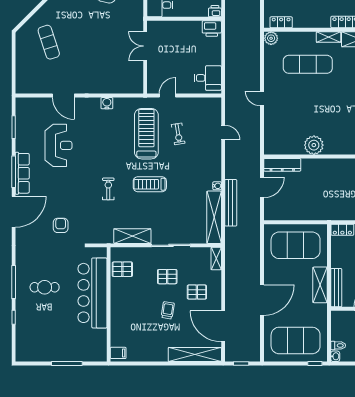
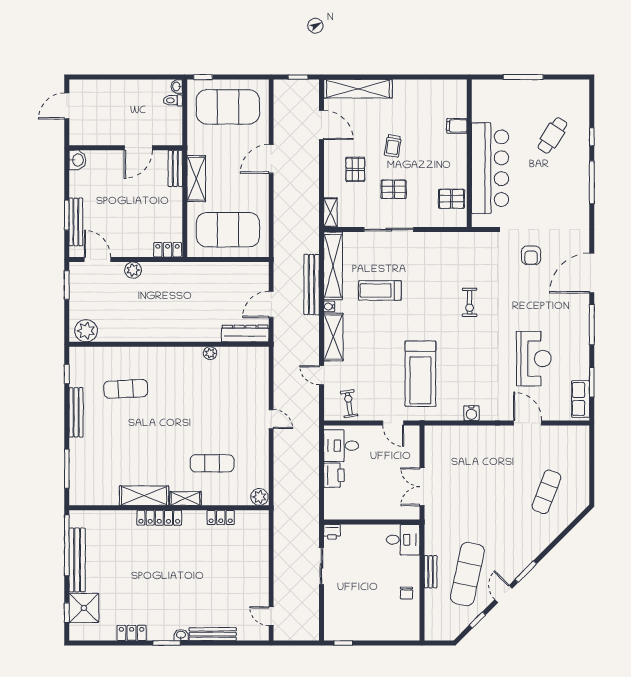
locker: (281, 22) -> (221, 517), moved
printer: (212, 29) -> (334, 475), moved, turned 90
exercise mat: (49, 42) -> (546, 492), turned 39
double door: (145, 46) -> (422, 487), swing flipped
exercise mat: (308, 64) -> (212, 463), width x0.73, depth x0.69
door: (167, 96) -> (393, 423), hinge flipped
exercise bike: (178, 134) -> (349, 404), moved
reception desk: (58, 145) -> (534, 359), turned 180
plant: (314, 145) -> (210, 353), width x0.53, depth x0.53
row of seats: (22, 173) -> (581, 399), moved, width x0.68
treadmill: (150, 184) -> (380, 290), moved, turned 180
shelving: (132, 236) -> (333, 337), moved, turned 90
cafe table: (45, 287) -> (552, 135), moved, turned -57
bench: (336, 288) -> (175, 168), width x0.73
pallet: (197, 292) -> (355, 169), turned 90
door: (262, 300) -> (271, 159), width x0.73
door: (223, 326) -> (321, 125), width x0.73
filing cabinet: (118, 353) -> (457, 126), moved

